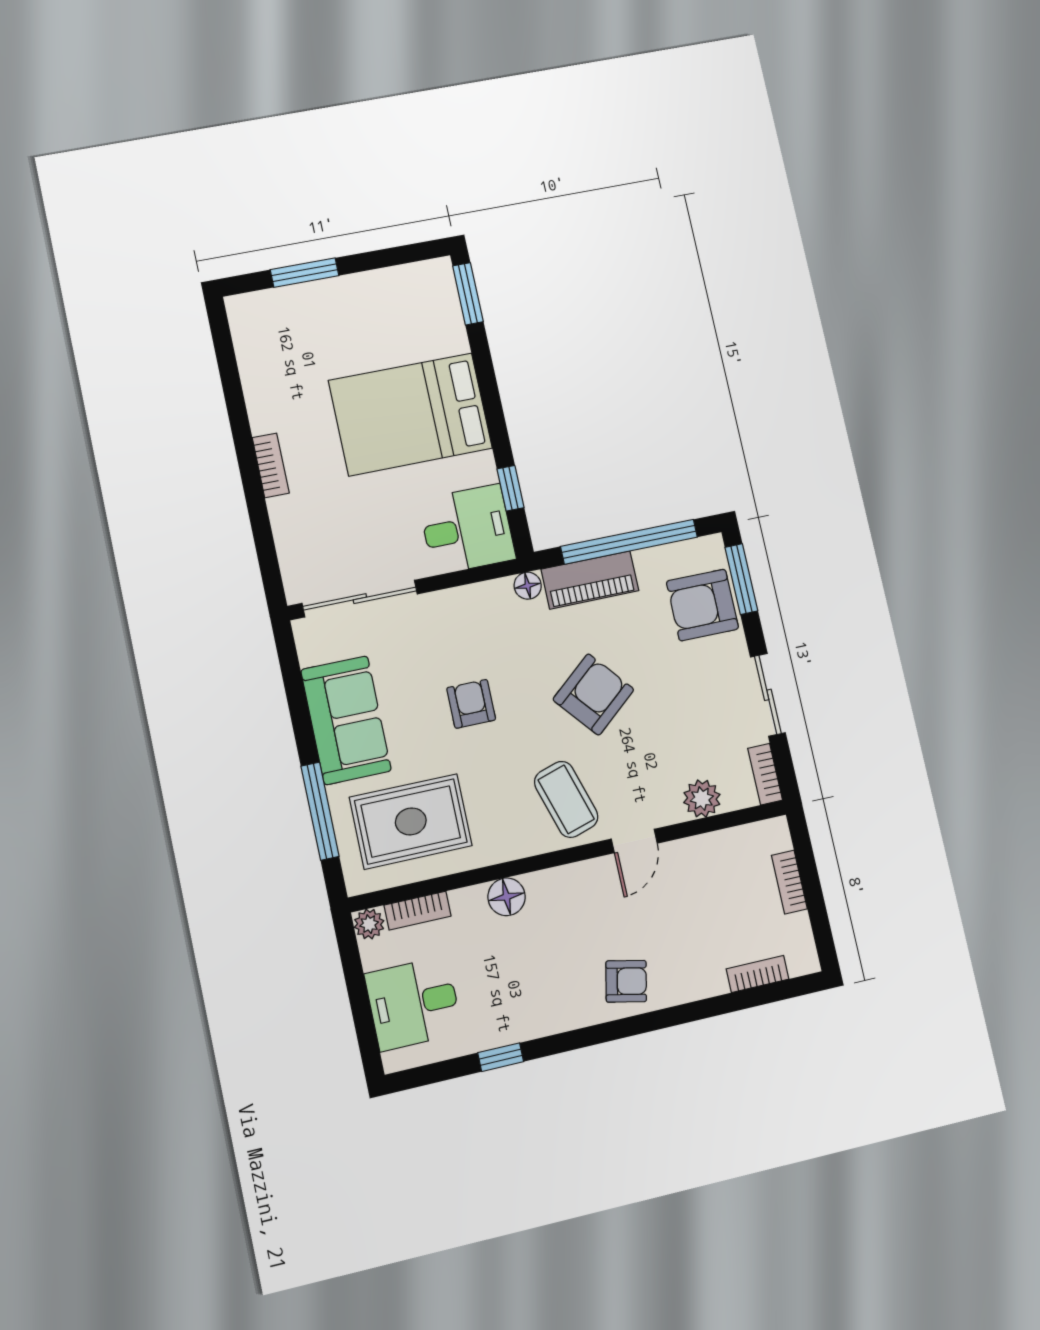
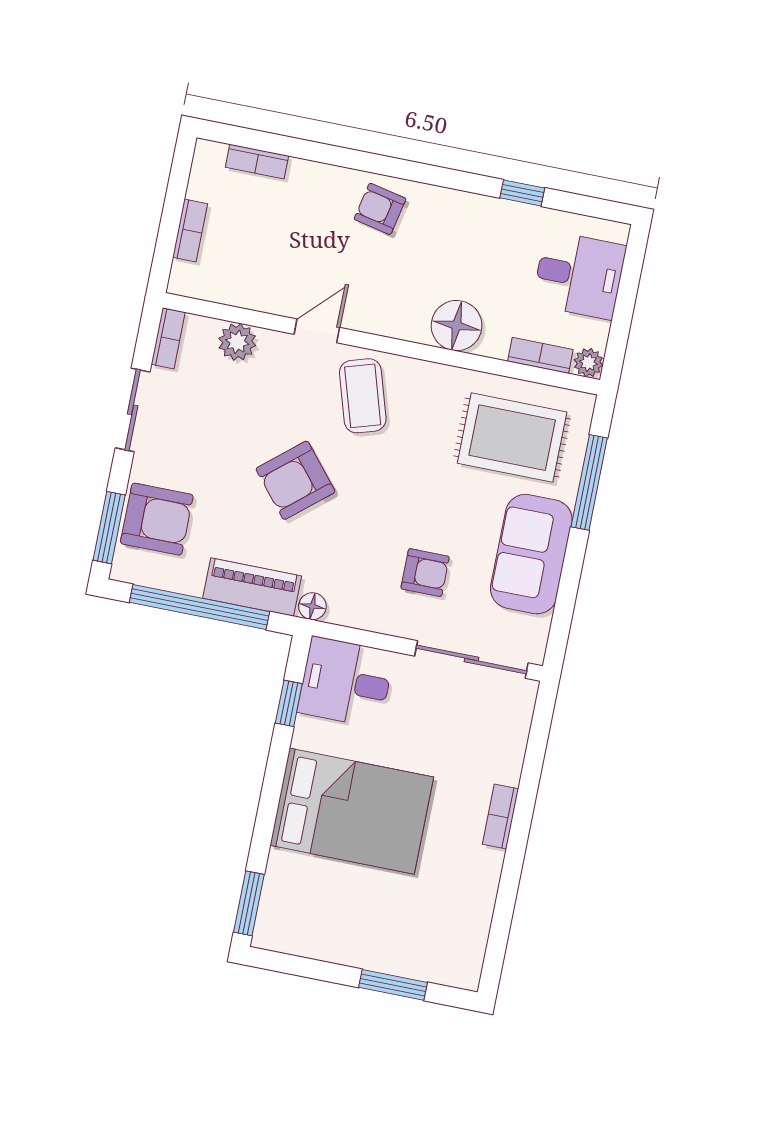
armchair: (471, 704) -> (425, 573), moved, turned -90
floor lamp: (507, 897) -> (457, 326), width x1.38, depth x1.38

